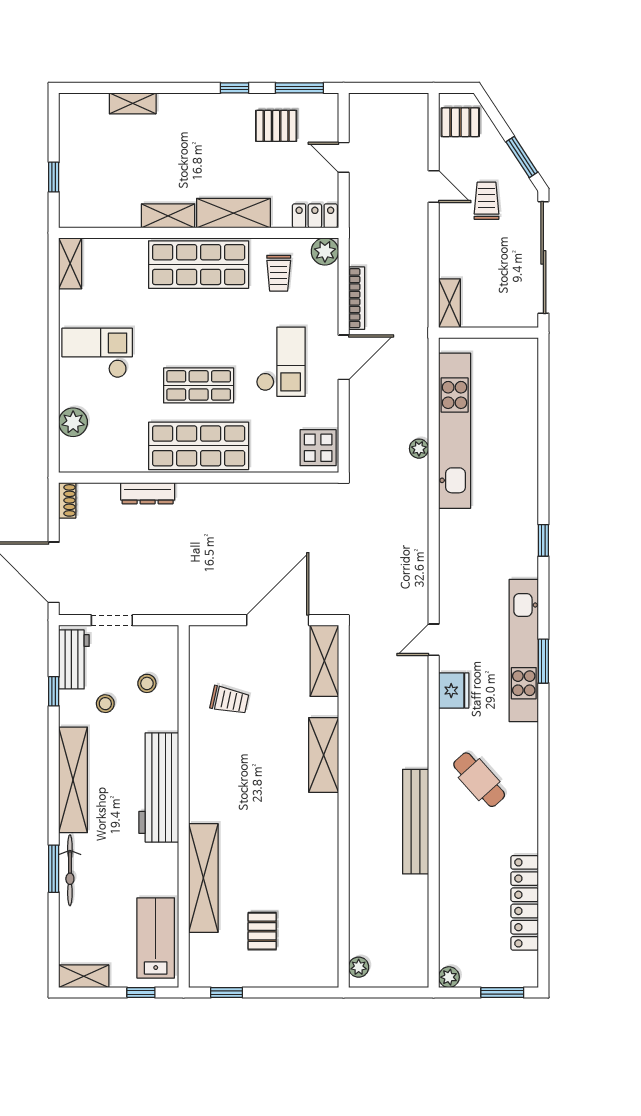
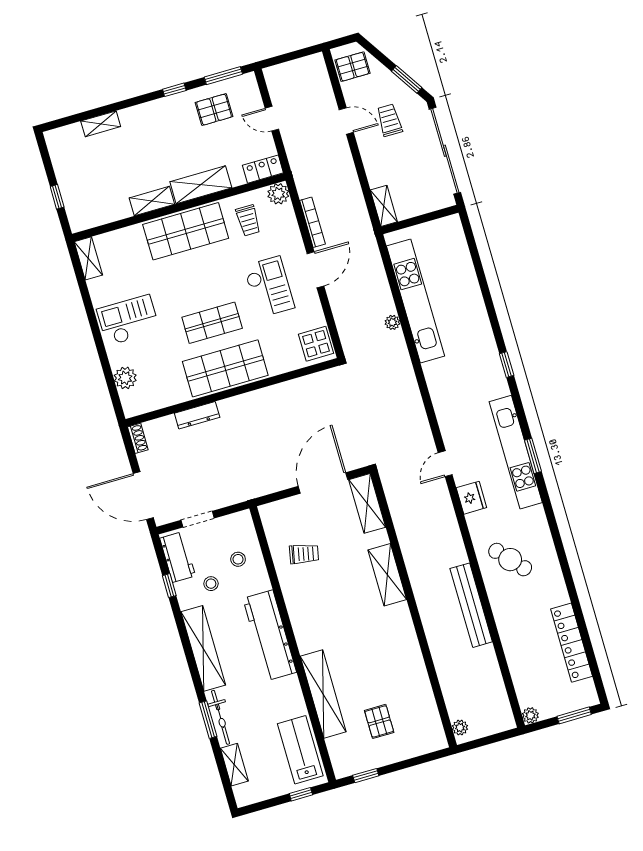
shelving: (84, 976) -> (234, 765), moved, turned 90

